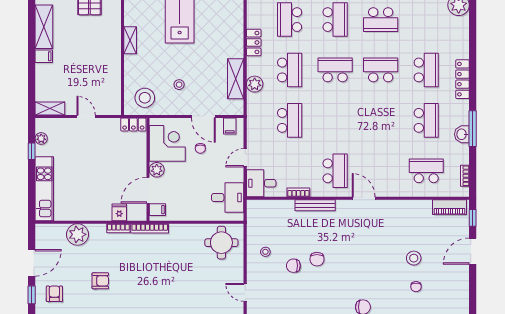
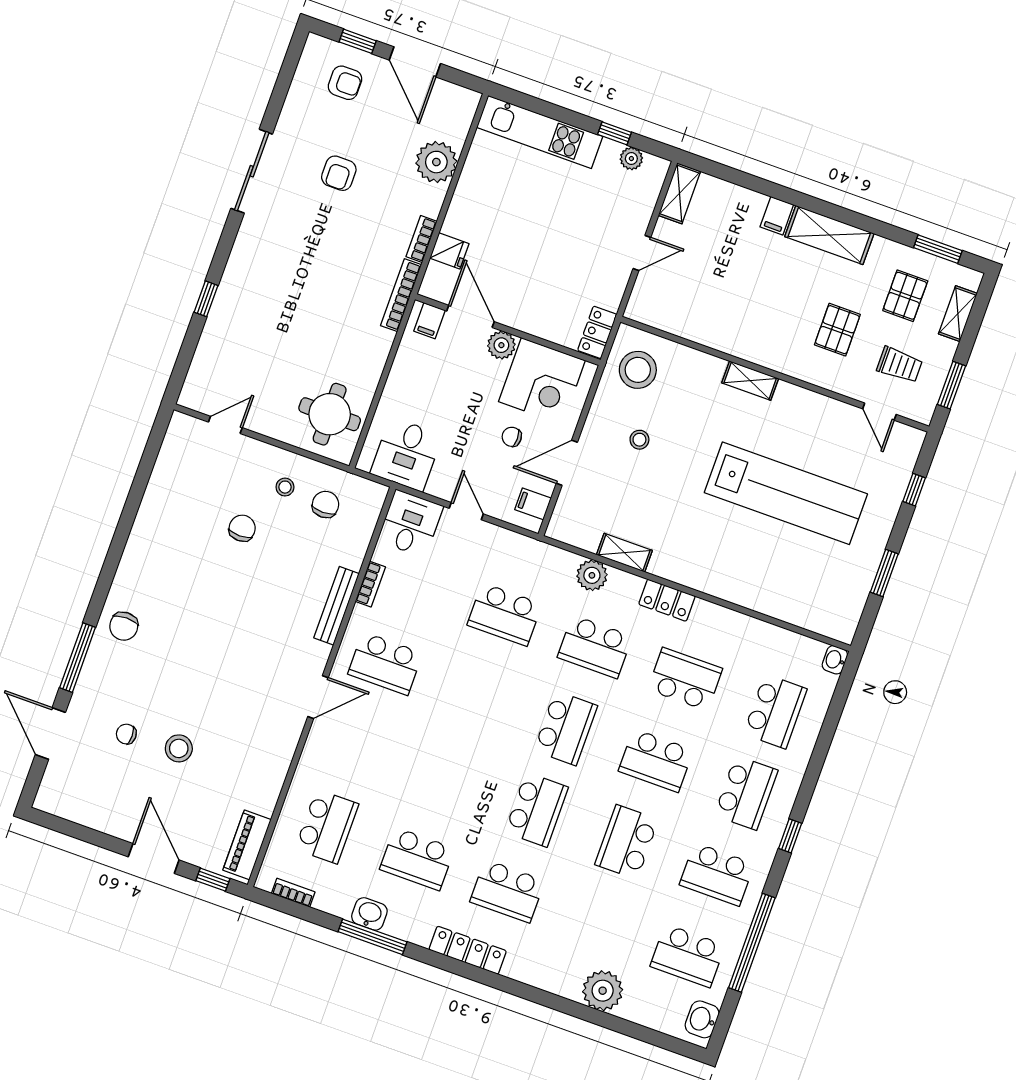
shelving: (236, 79) -> (624, 553), width x0.67, depth x0.75
chair: (317, 259) -> (325, 504), moved, turned 90

